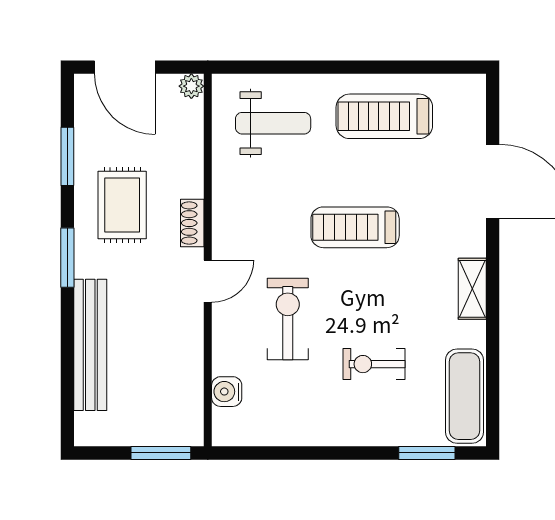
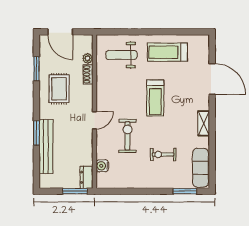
plant: (191, 86) -> (88, 58), moved
weight bench: (273, 123) -> (121, 55), turned 180
shoe rack: (192, 223) -> (88, 74), moved
treadmill: (355, 227) -> (155, 98), turned -90
window: (67, 258) -> (36, 133), moved
dresser: (189, 419) -> (86, 177), added

